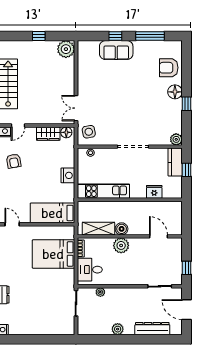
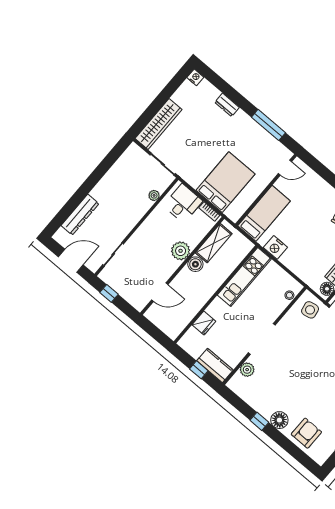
plant: (176, 139) -> (247, 370), moved
nightstand: (68, 175) -> (275, 247), moved
wardrobe: (53, 328) -> (158, 124), added
plant: (118, 329) -> (107, 182), removed

